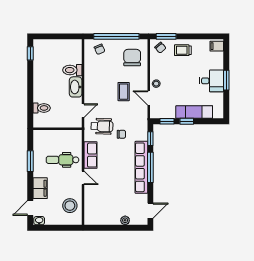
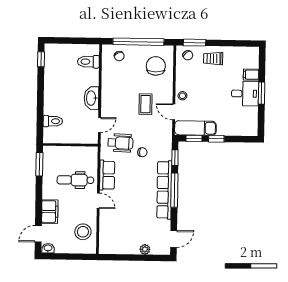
filing cabinet: (217, 46) -> (251, 75), moved
toilet: (72, 70) -> (88, 62), moved
exam couch: (194, 112) -> (195, 128), moved
window: (30, 161) -> (39, 164), moved

